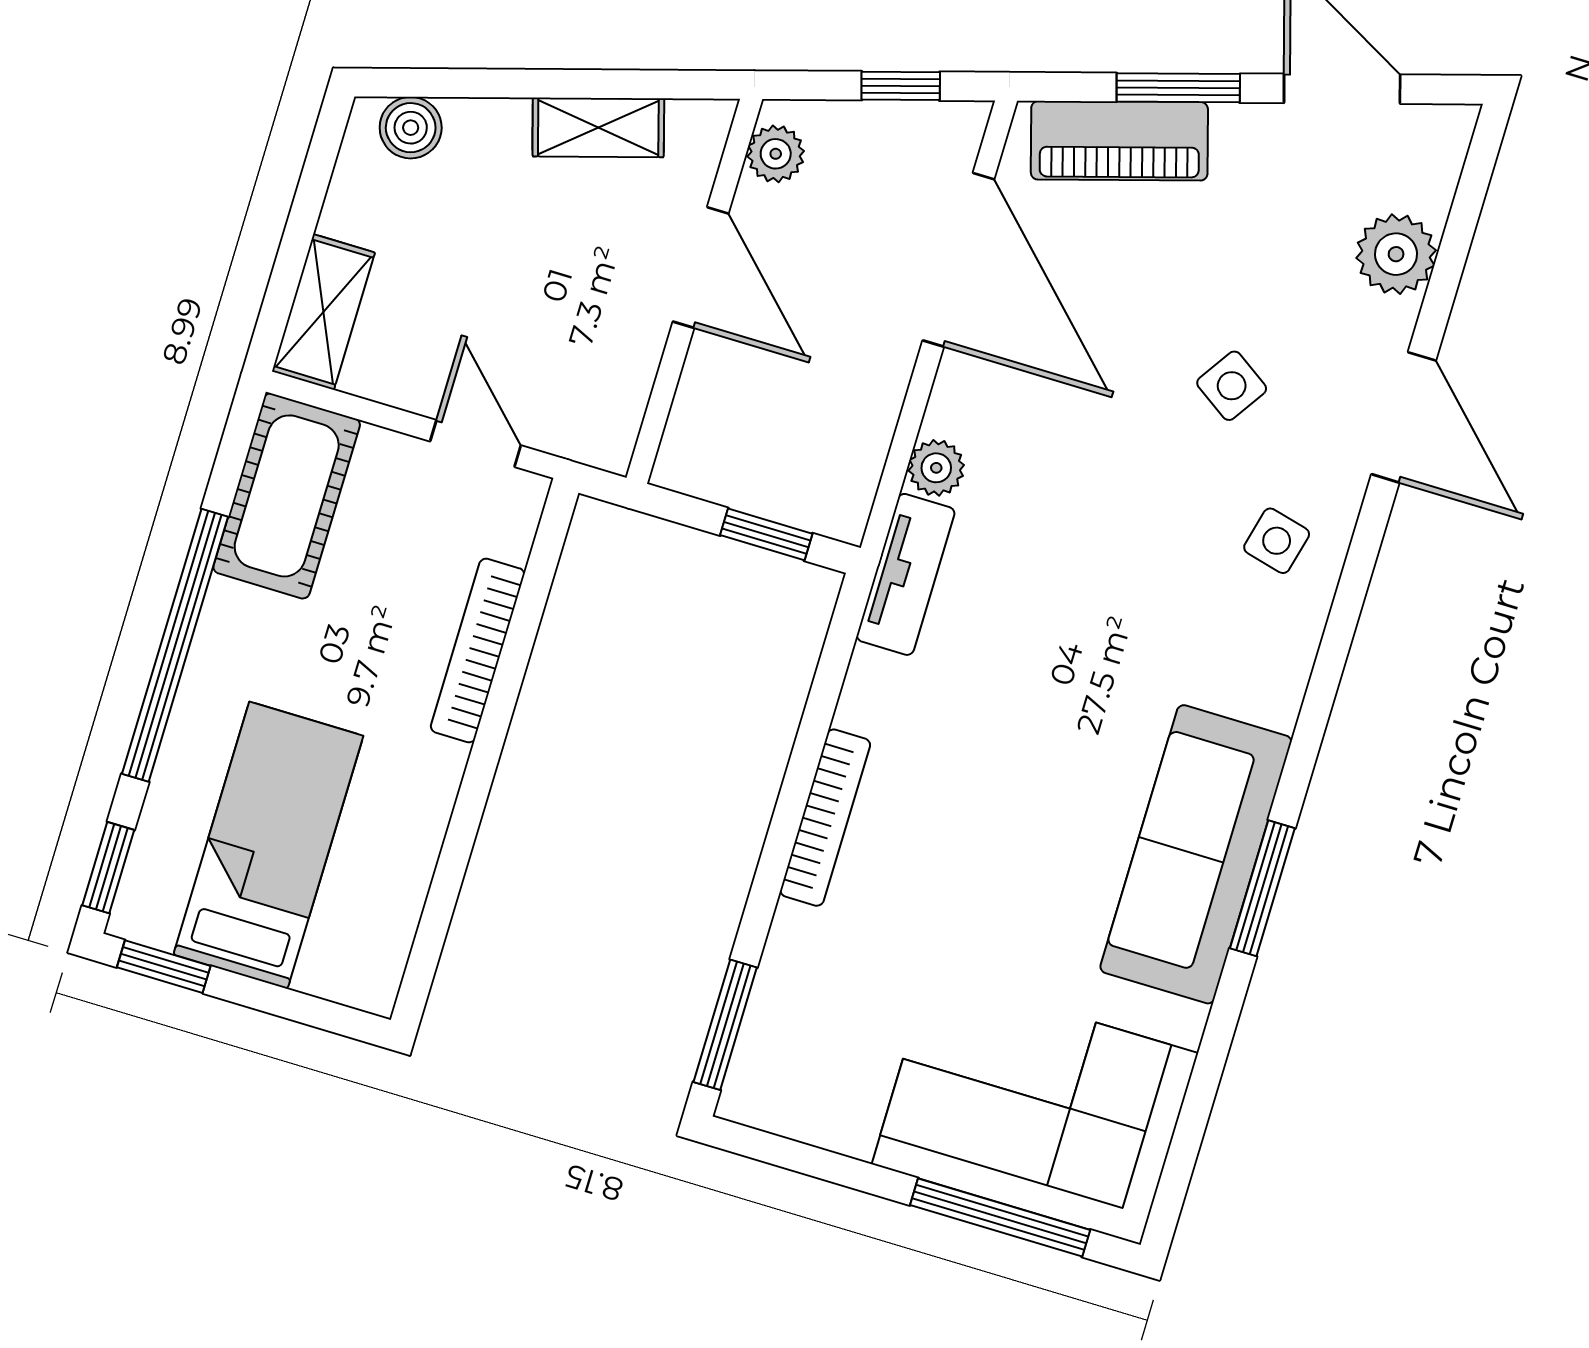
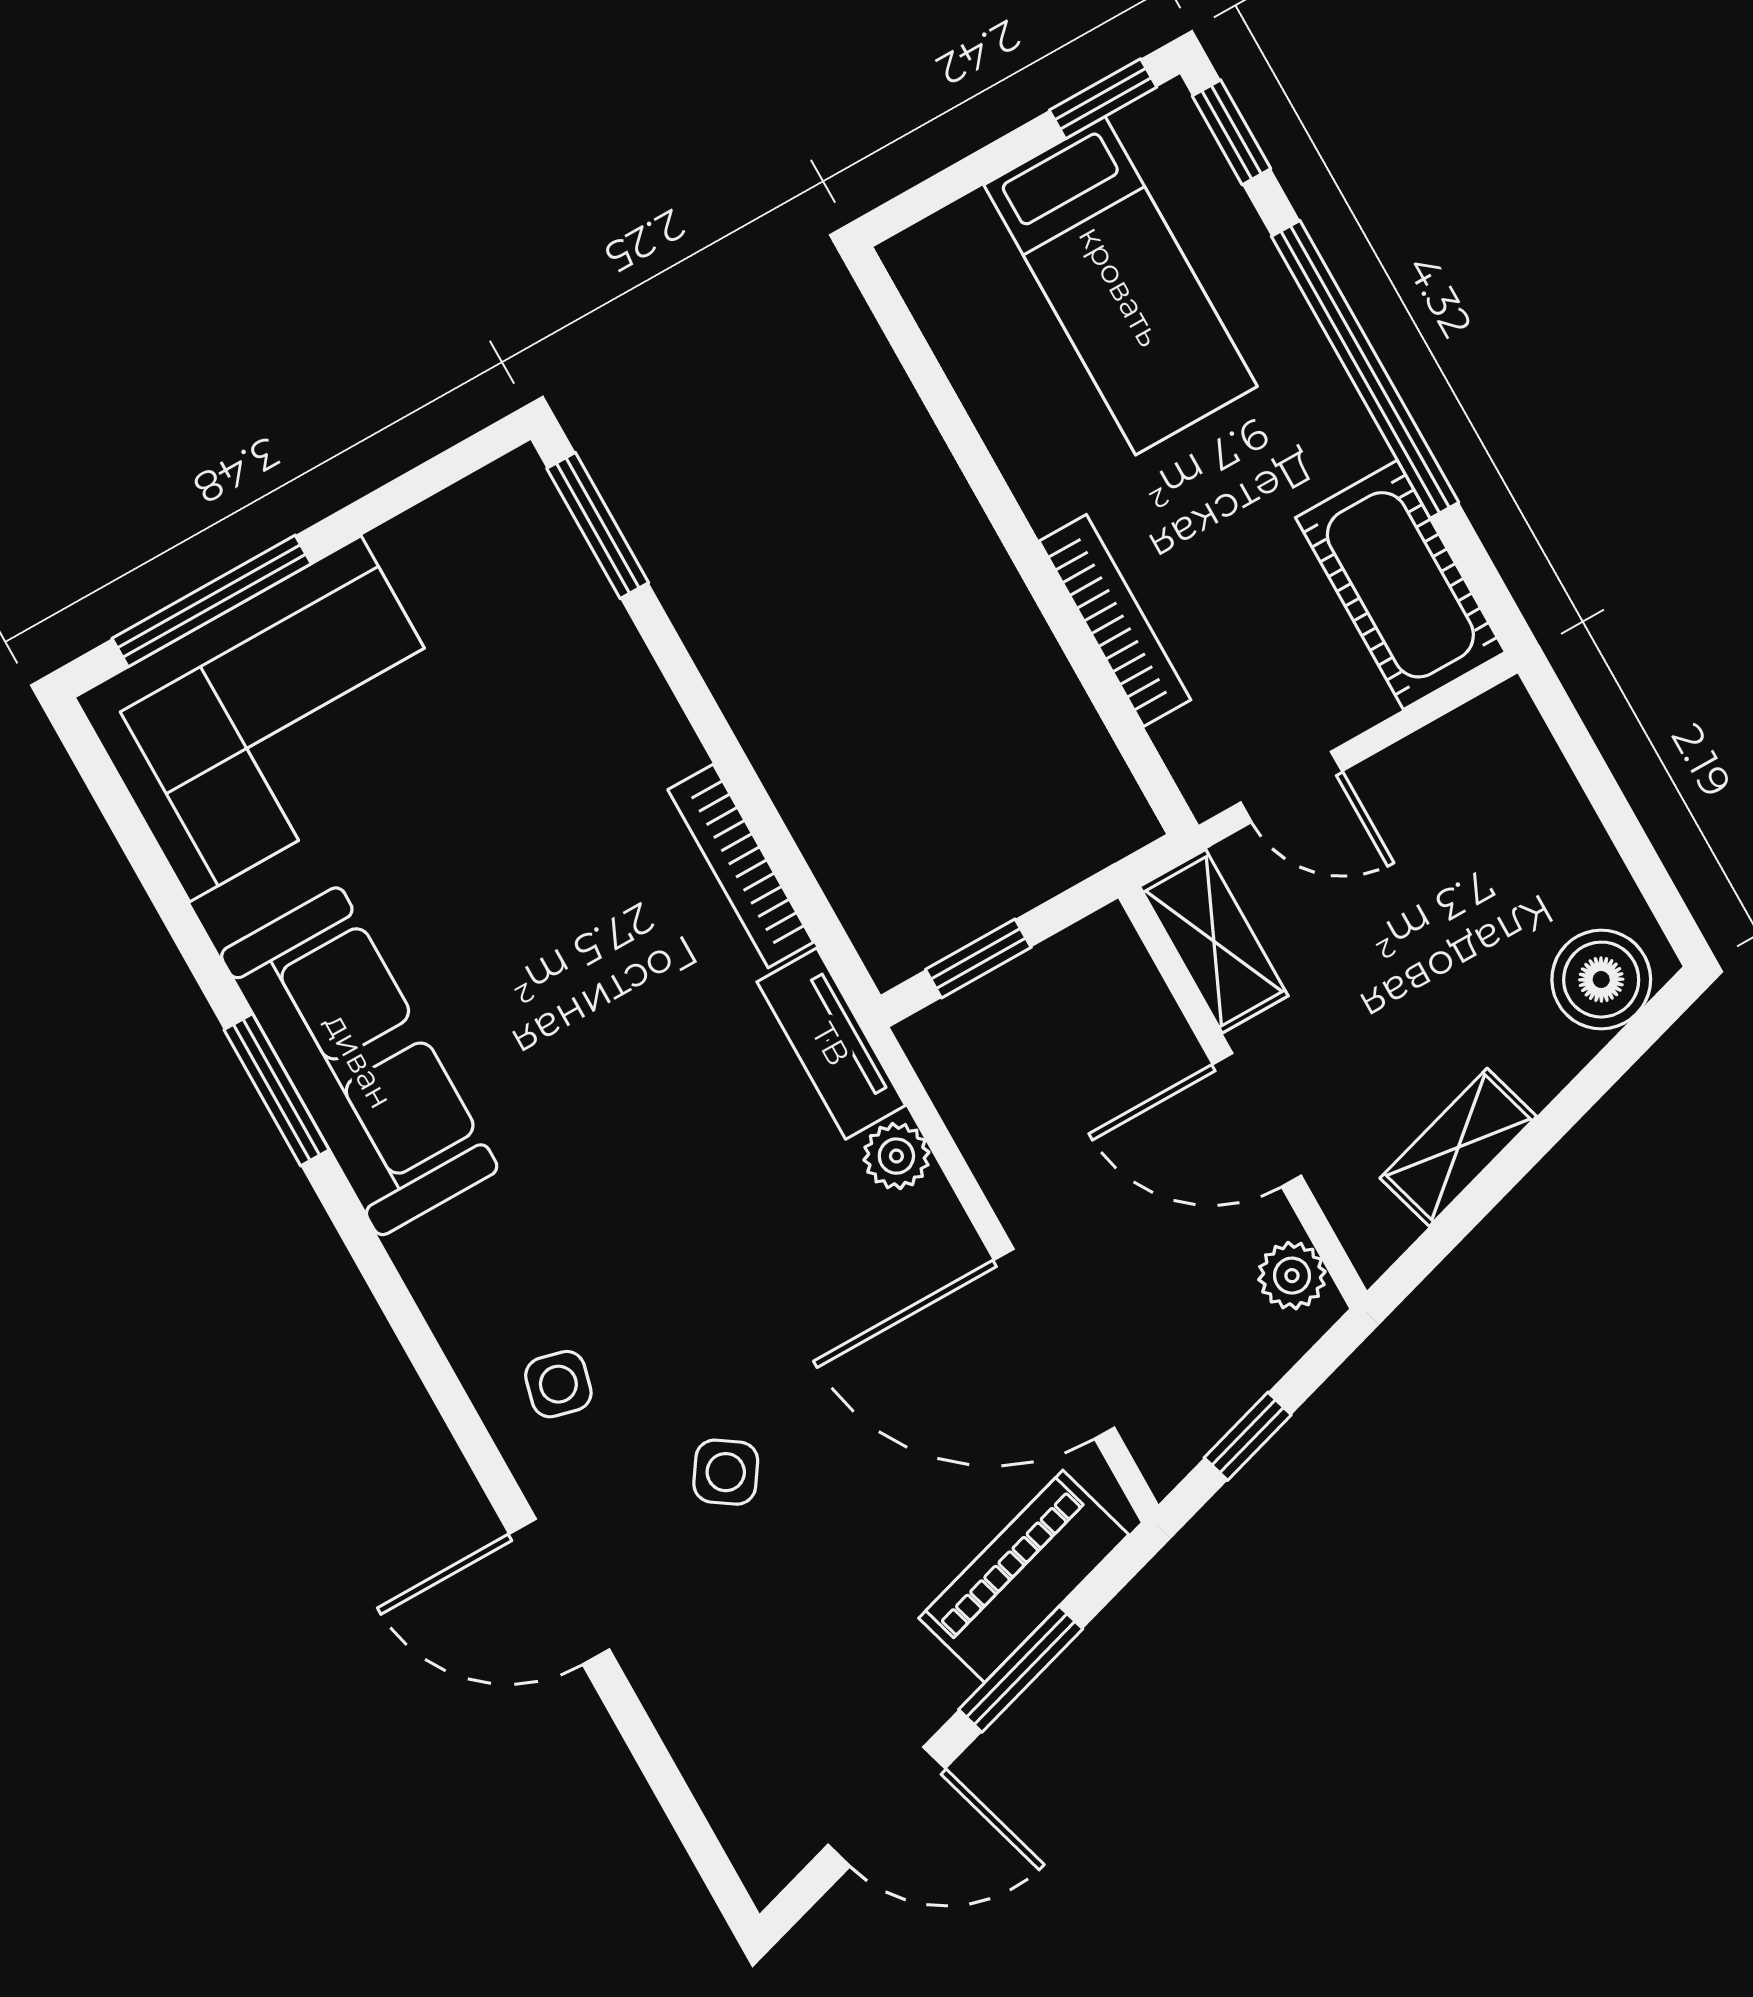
boiler: (411, 128) -> (1601, 980), width x1.36, depth x1.36
plant: (1396, 254) -> (703, 1718), removed
shelving: (323, 312) -> (1214, 941), moved
bookcase: (825, 818) -> (741, 866), moved

